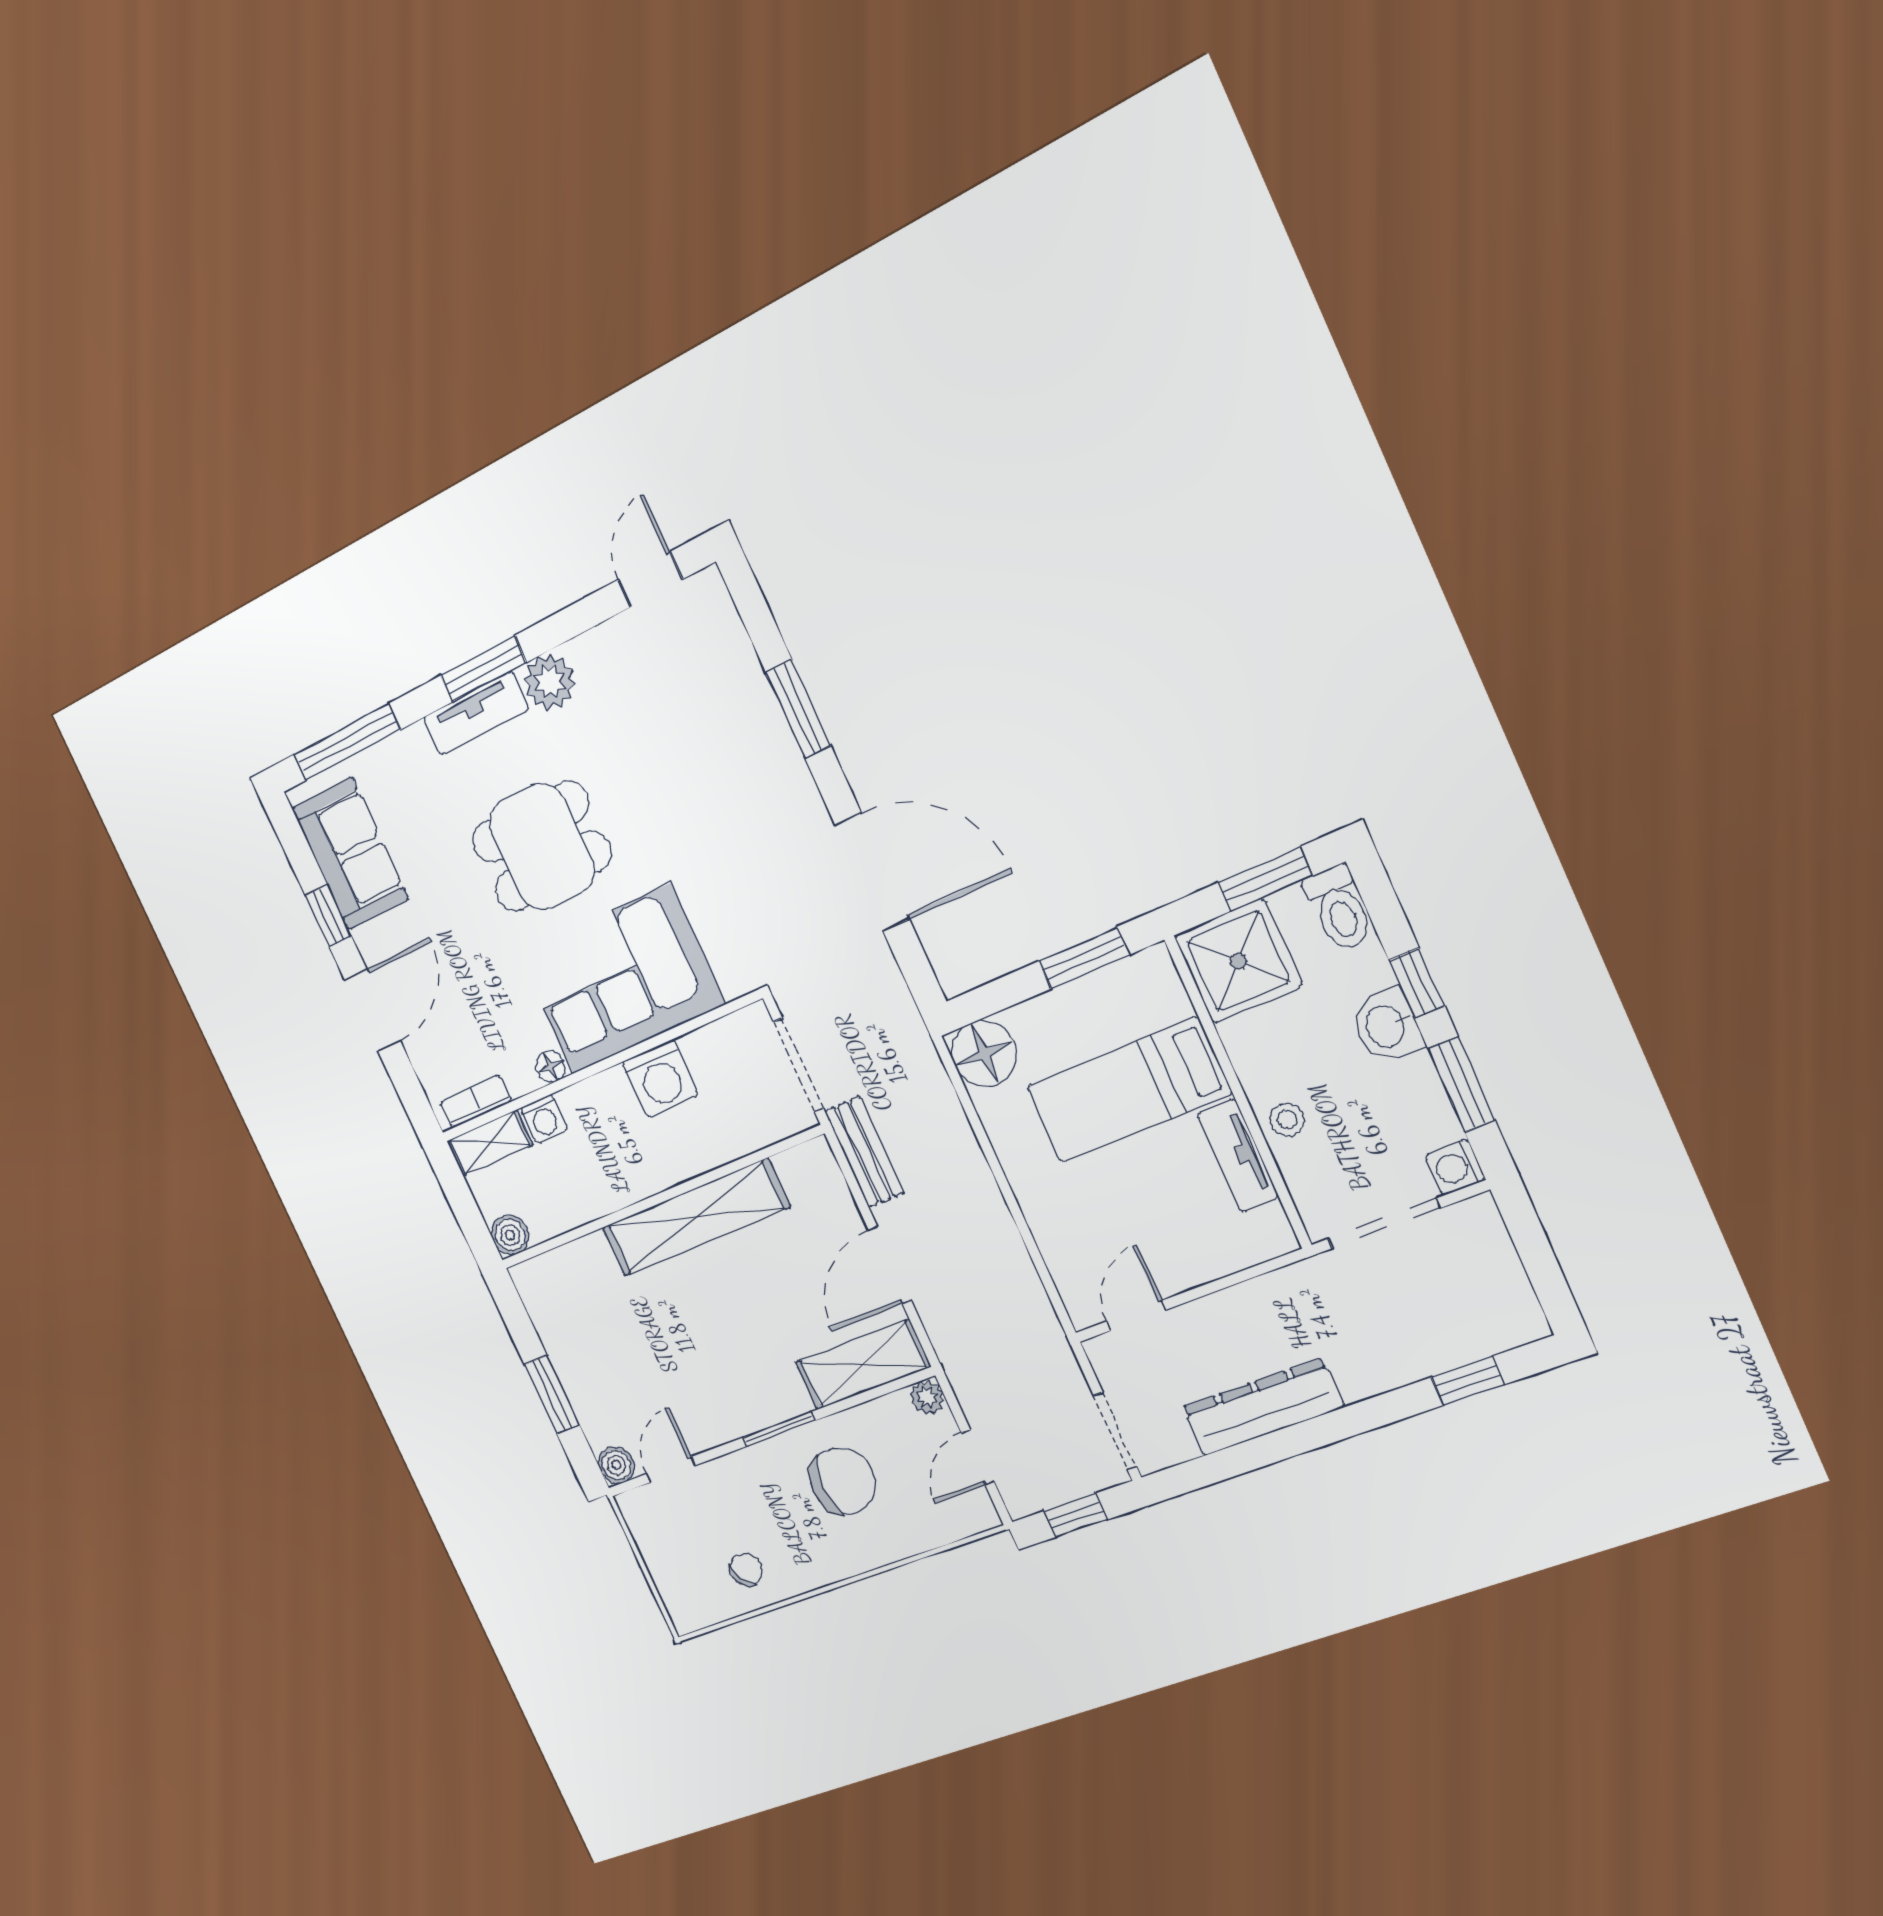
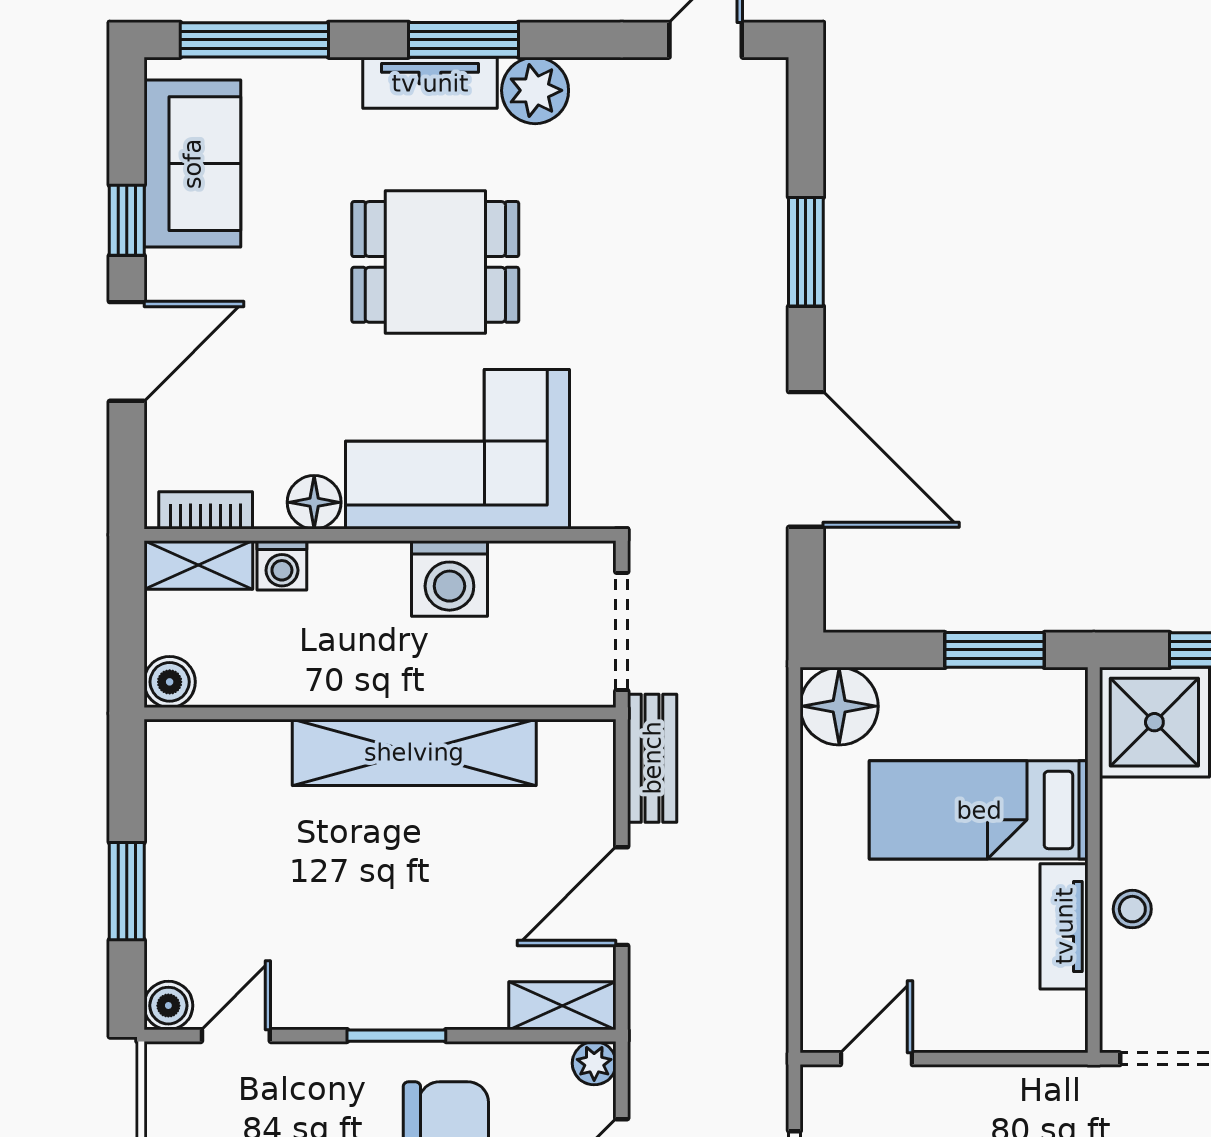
floor lamp: (551, 1066) -> (314, 502), width x1.37, depth x1.37
shelving: (863, 1365) -> (562, 1006), width x0.67, depth x0.75

